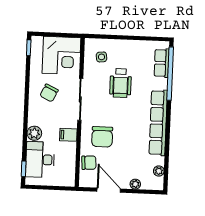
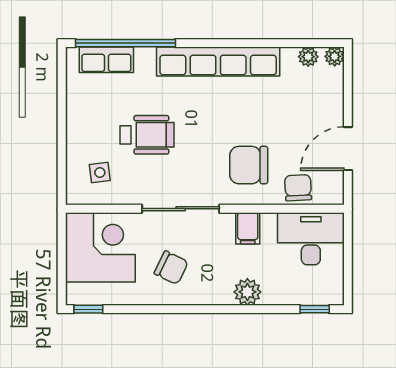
chair: (102, 137) -> (249, 165), turned 180
desk: (40, 160) -> (311, 239), moved, turned 180
plant: (135, 184) -> (335, 56), moved

